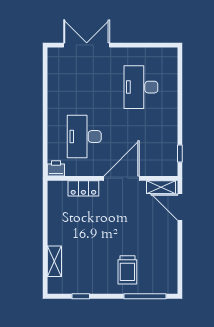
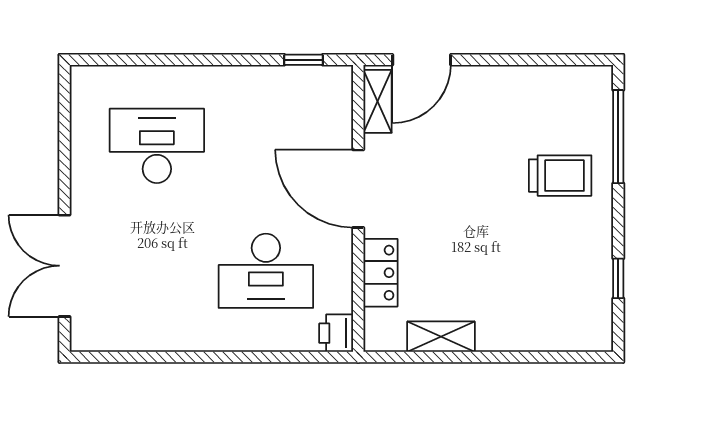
desk: (141, 87) -> (157, 146), turned 180
shelving: (54, 261) -> (441, 337), moved

